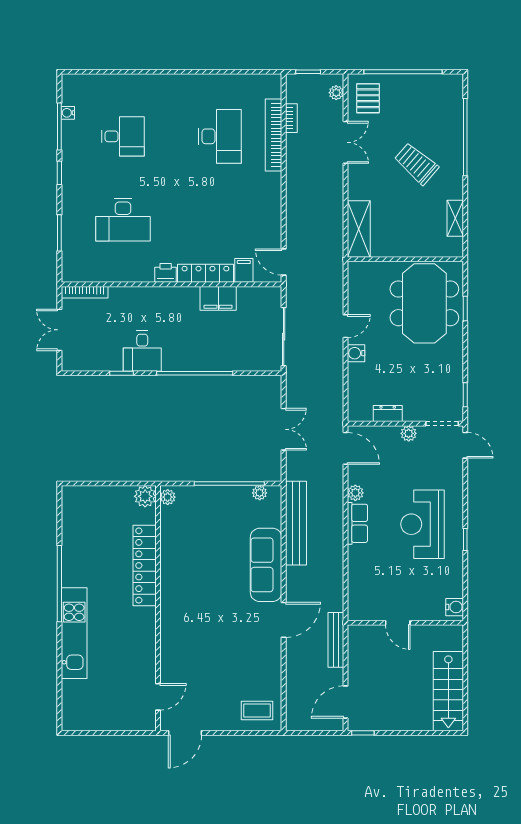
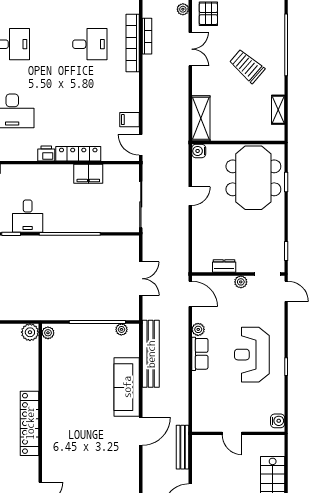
bookcase: (291, 118) -> (147, 36), width x1.56
desk: (220, 136) -> (90, 44), width x0.73
filing cabinet: (244, 270) -> (130, 120), moved, turned -90
water cooler: (356, 353) -> (199, 151), moved
locker: (145, 565) -> (30, 423), moved

